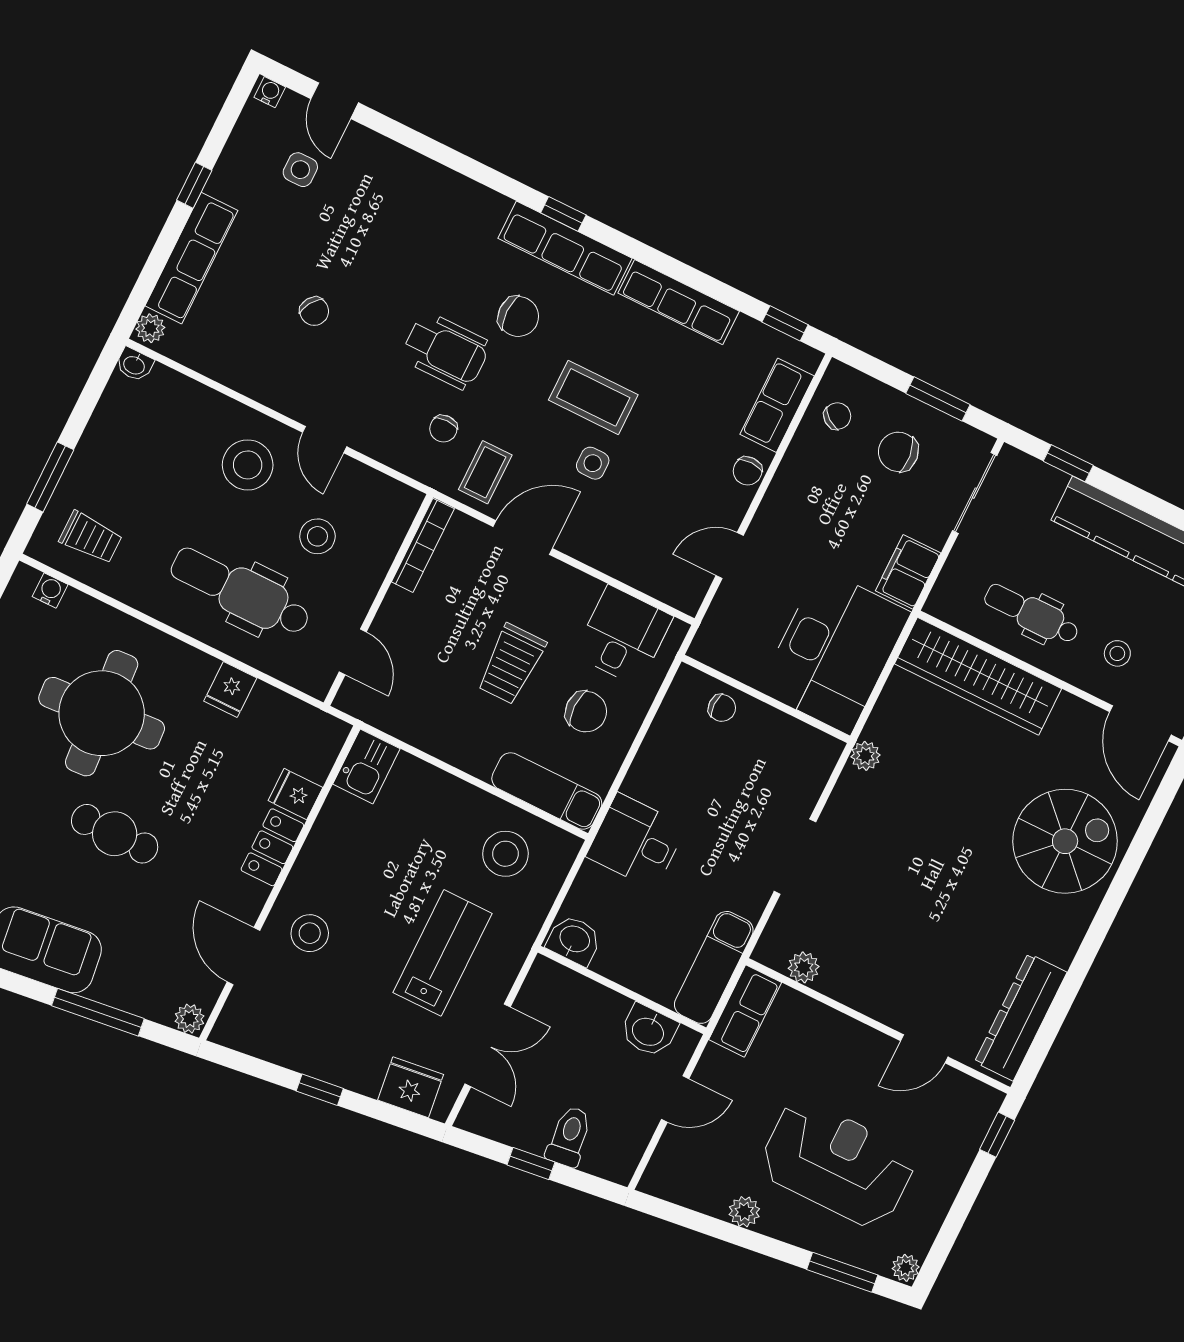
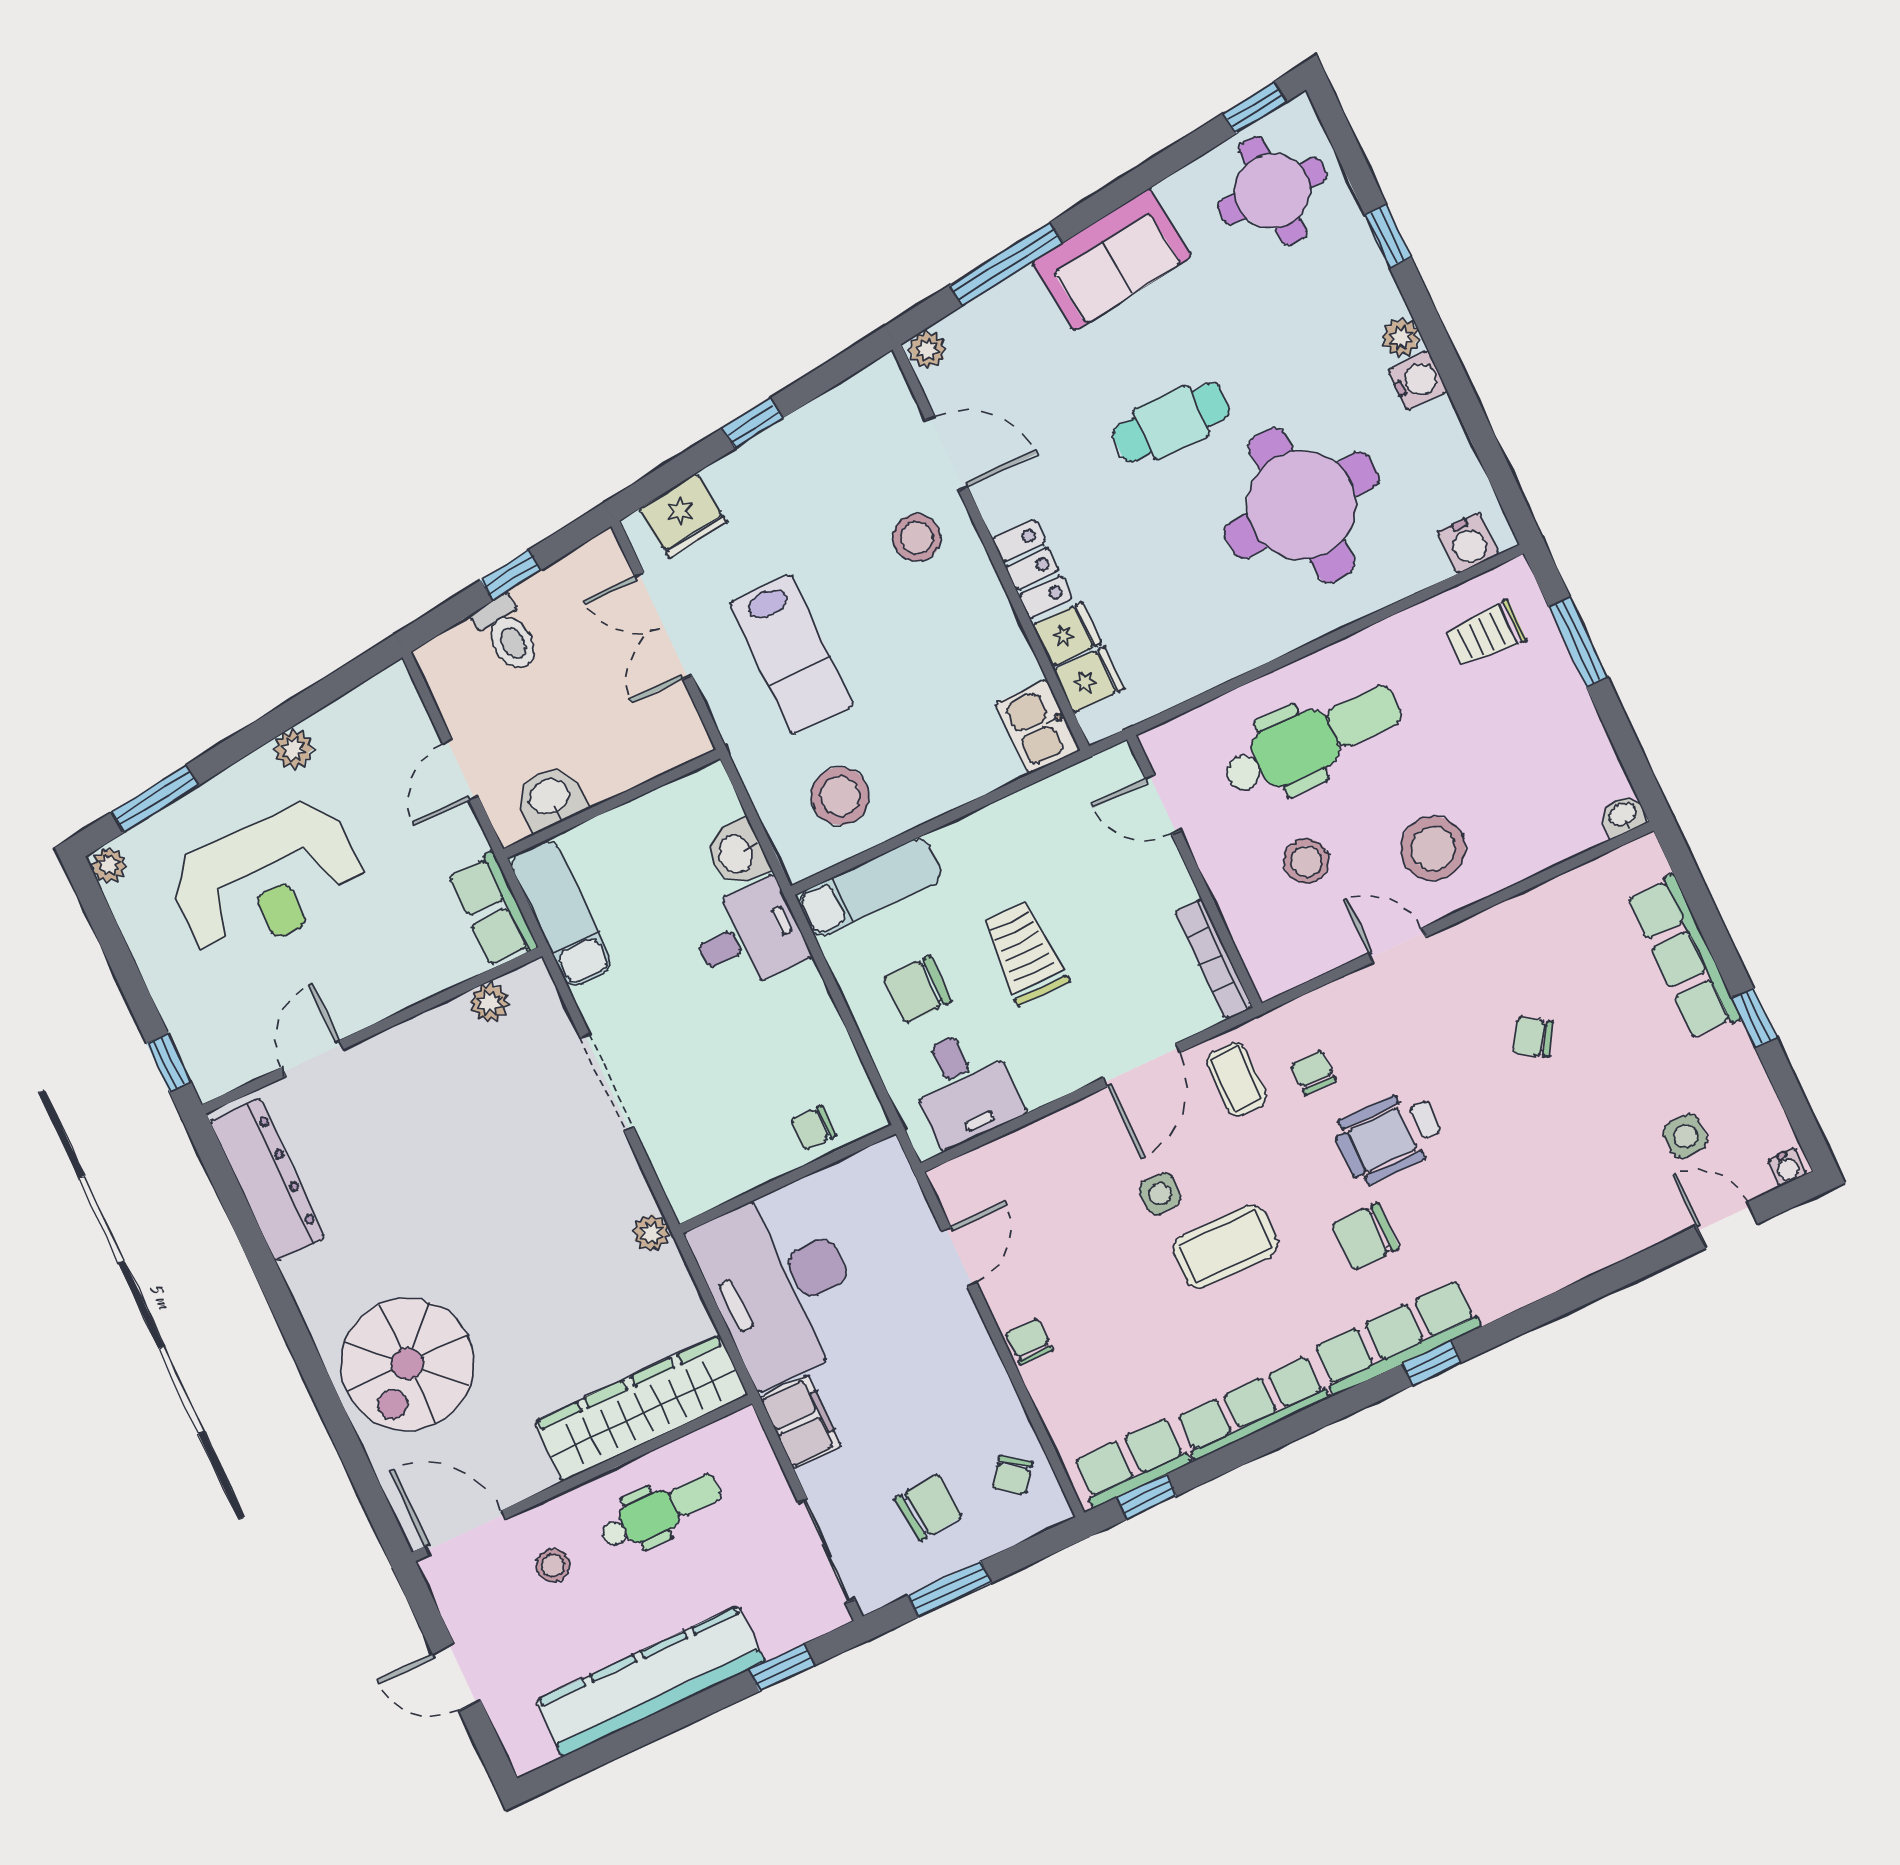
plant: (150, 328) -> (1647, 860), removed
row of seats: (777, 405) -> (1131, 1462), moved, turned -90
water cooler: (50, 591) -> (1468, 543), width x1.38, depth x1.38
fridge: (230, 689) -> (1089, 680), moved, turned 90
washbasin: (574, 940) -> (737, 853), moved, turned 90

